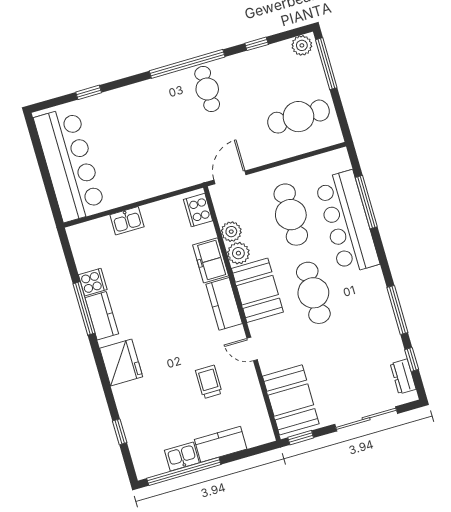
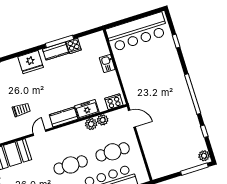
cafe table: (207, 89) -> (179, 105), removed
cafe table: (299, 117) -> (166, 155), removed
booth: (257, 290) -> (71, 135), removed

